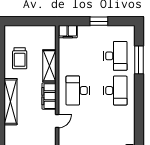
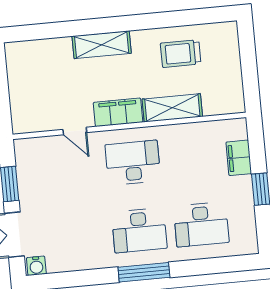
filing cabinet: (68, 32) -> (239, 158), moved
window: (139, 60) -> (144, 272), moved
shelving: (11, 102) -> (102, 45), width x0.68

